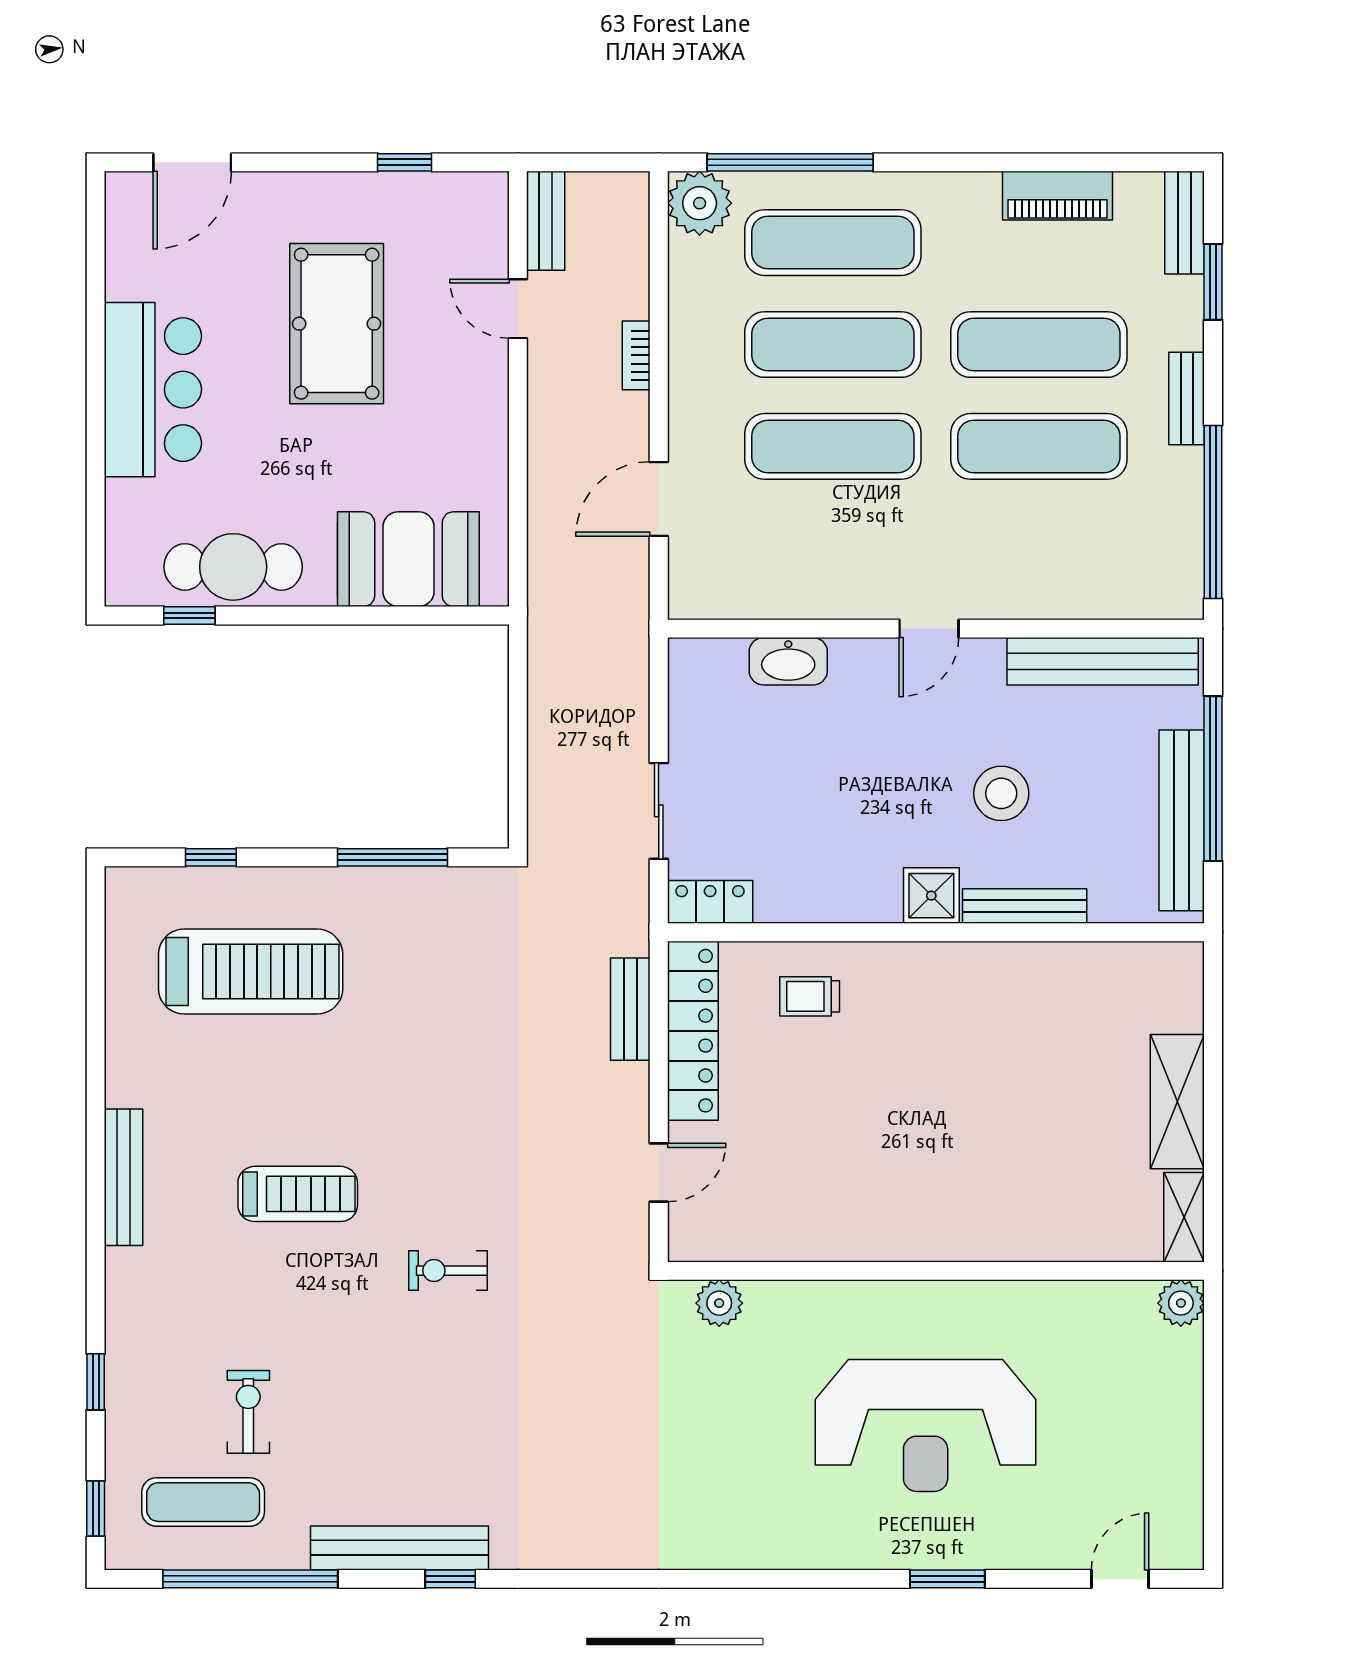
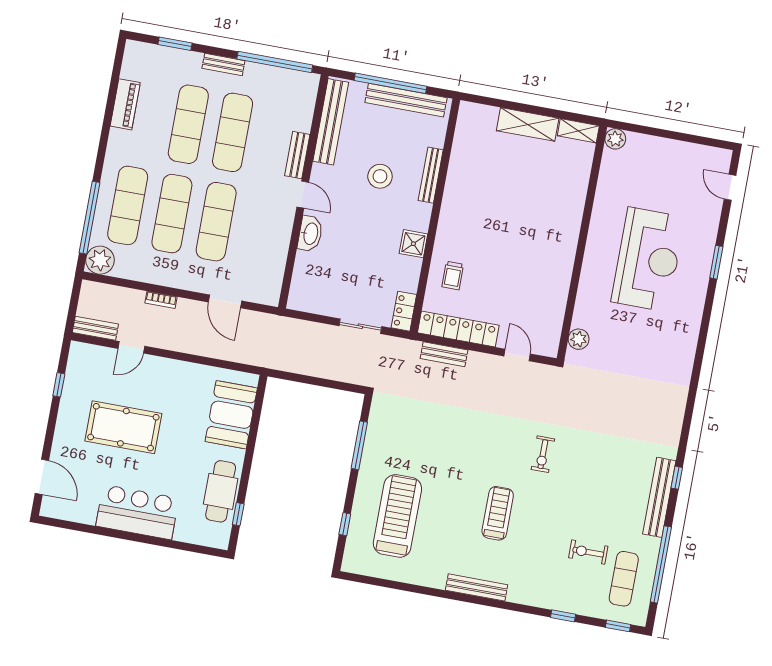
bench: (1185, 223) -> (297, 155), moved, turned 90
washbasin: (788, 661) -> (310, 234), moved
shower: (931, 896) -> (413, 244), moved

